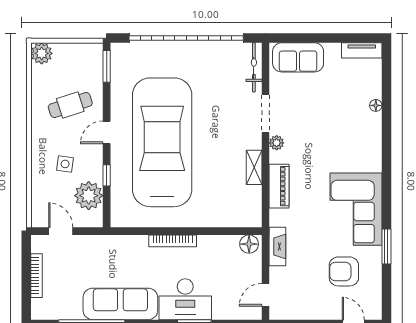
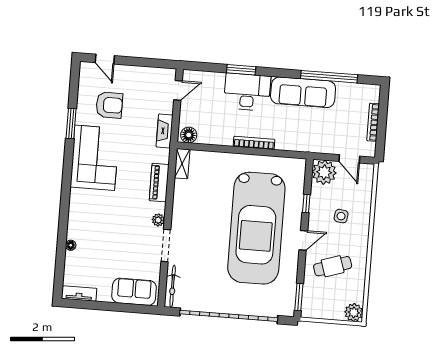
shelving: (254, 167) -> (182, 164), moved
plant: (89, 196) -> (324, 172), moved

